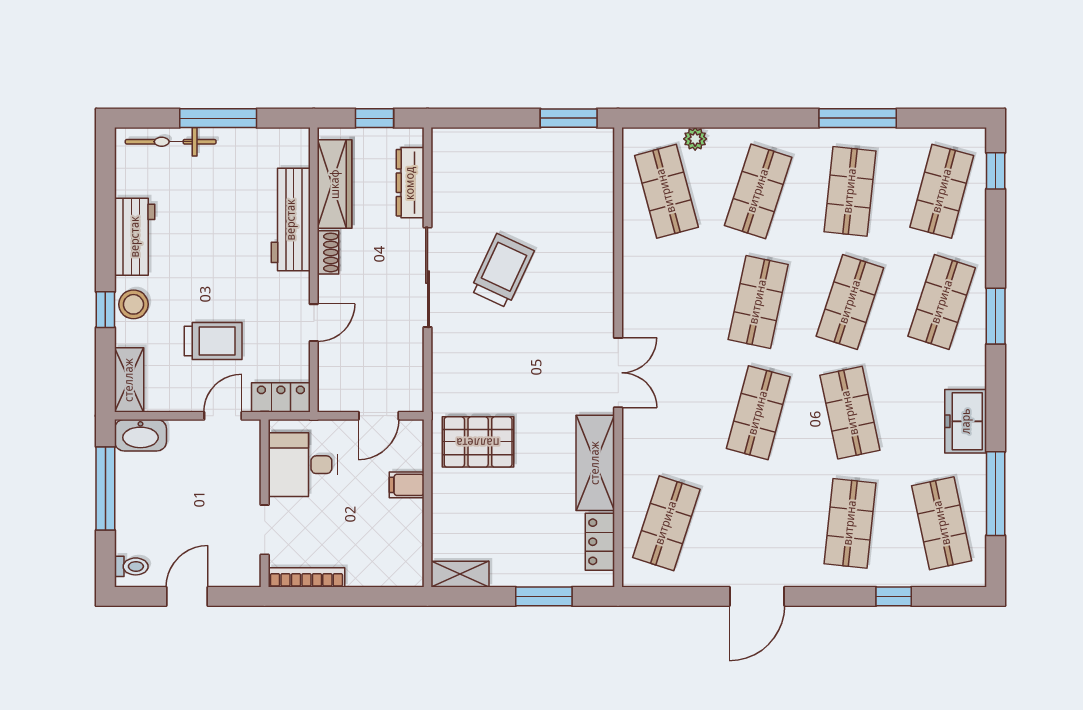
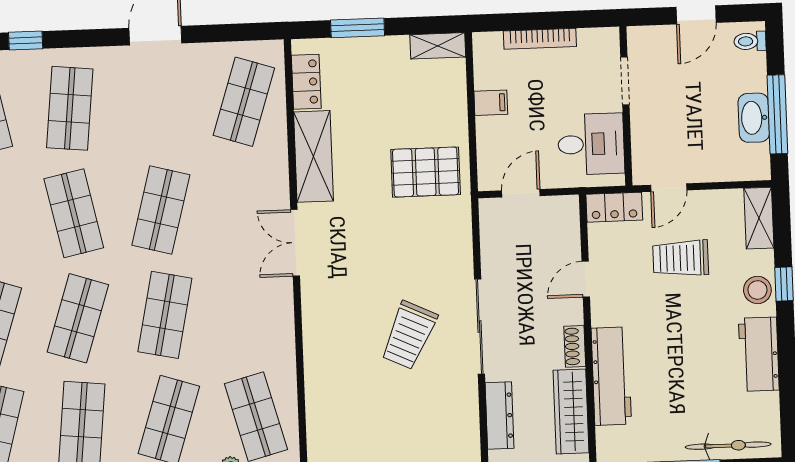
washbasin: (140, 435) -> (754, 118), moved, turned -90
filing cabinet: (407, 485) -> (491, 103), moved
bookcase: (306, 577) -> (540, 39), moved

